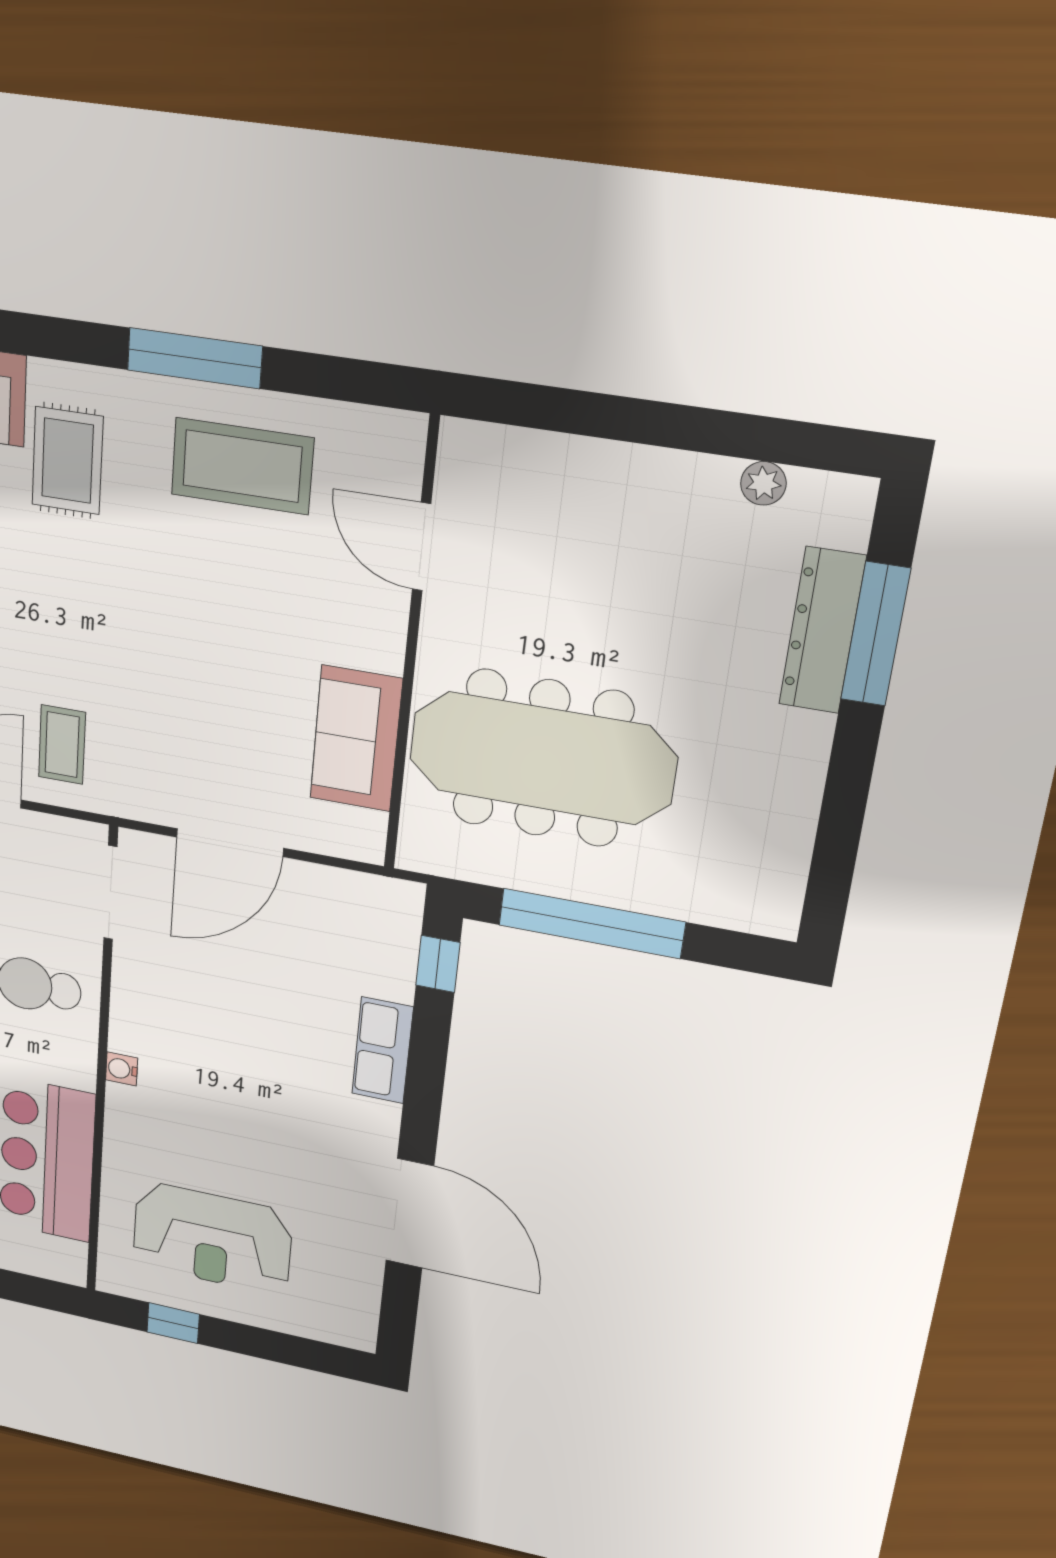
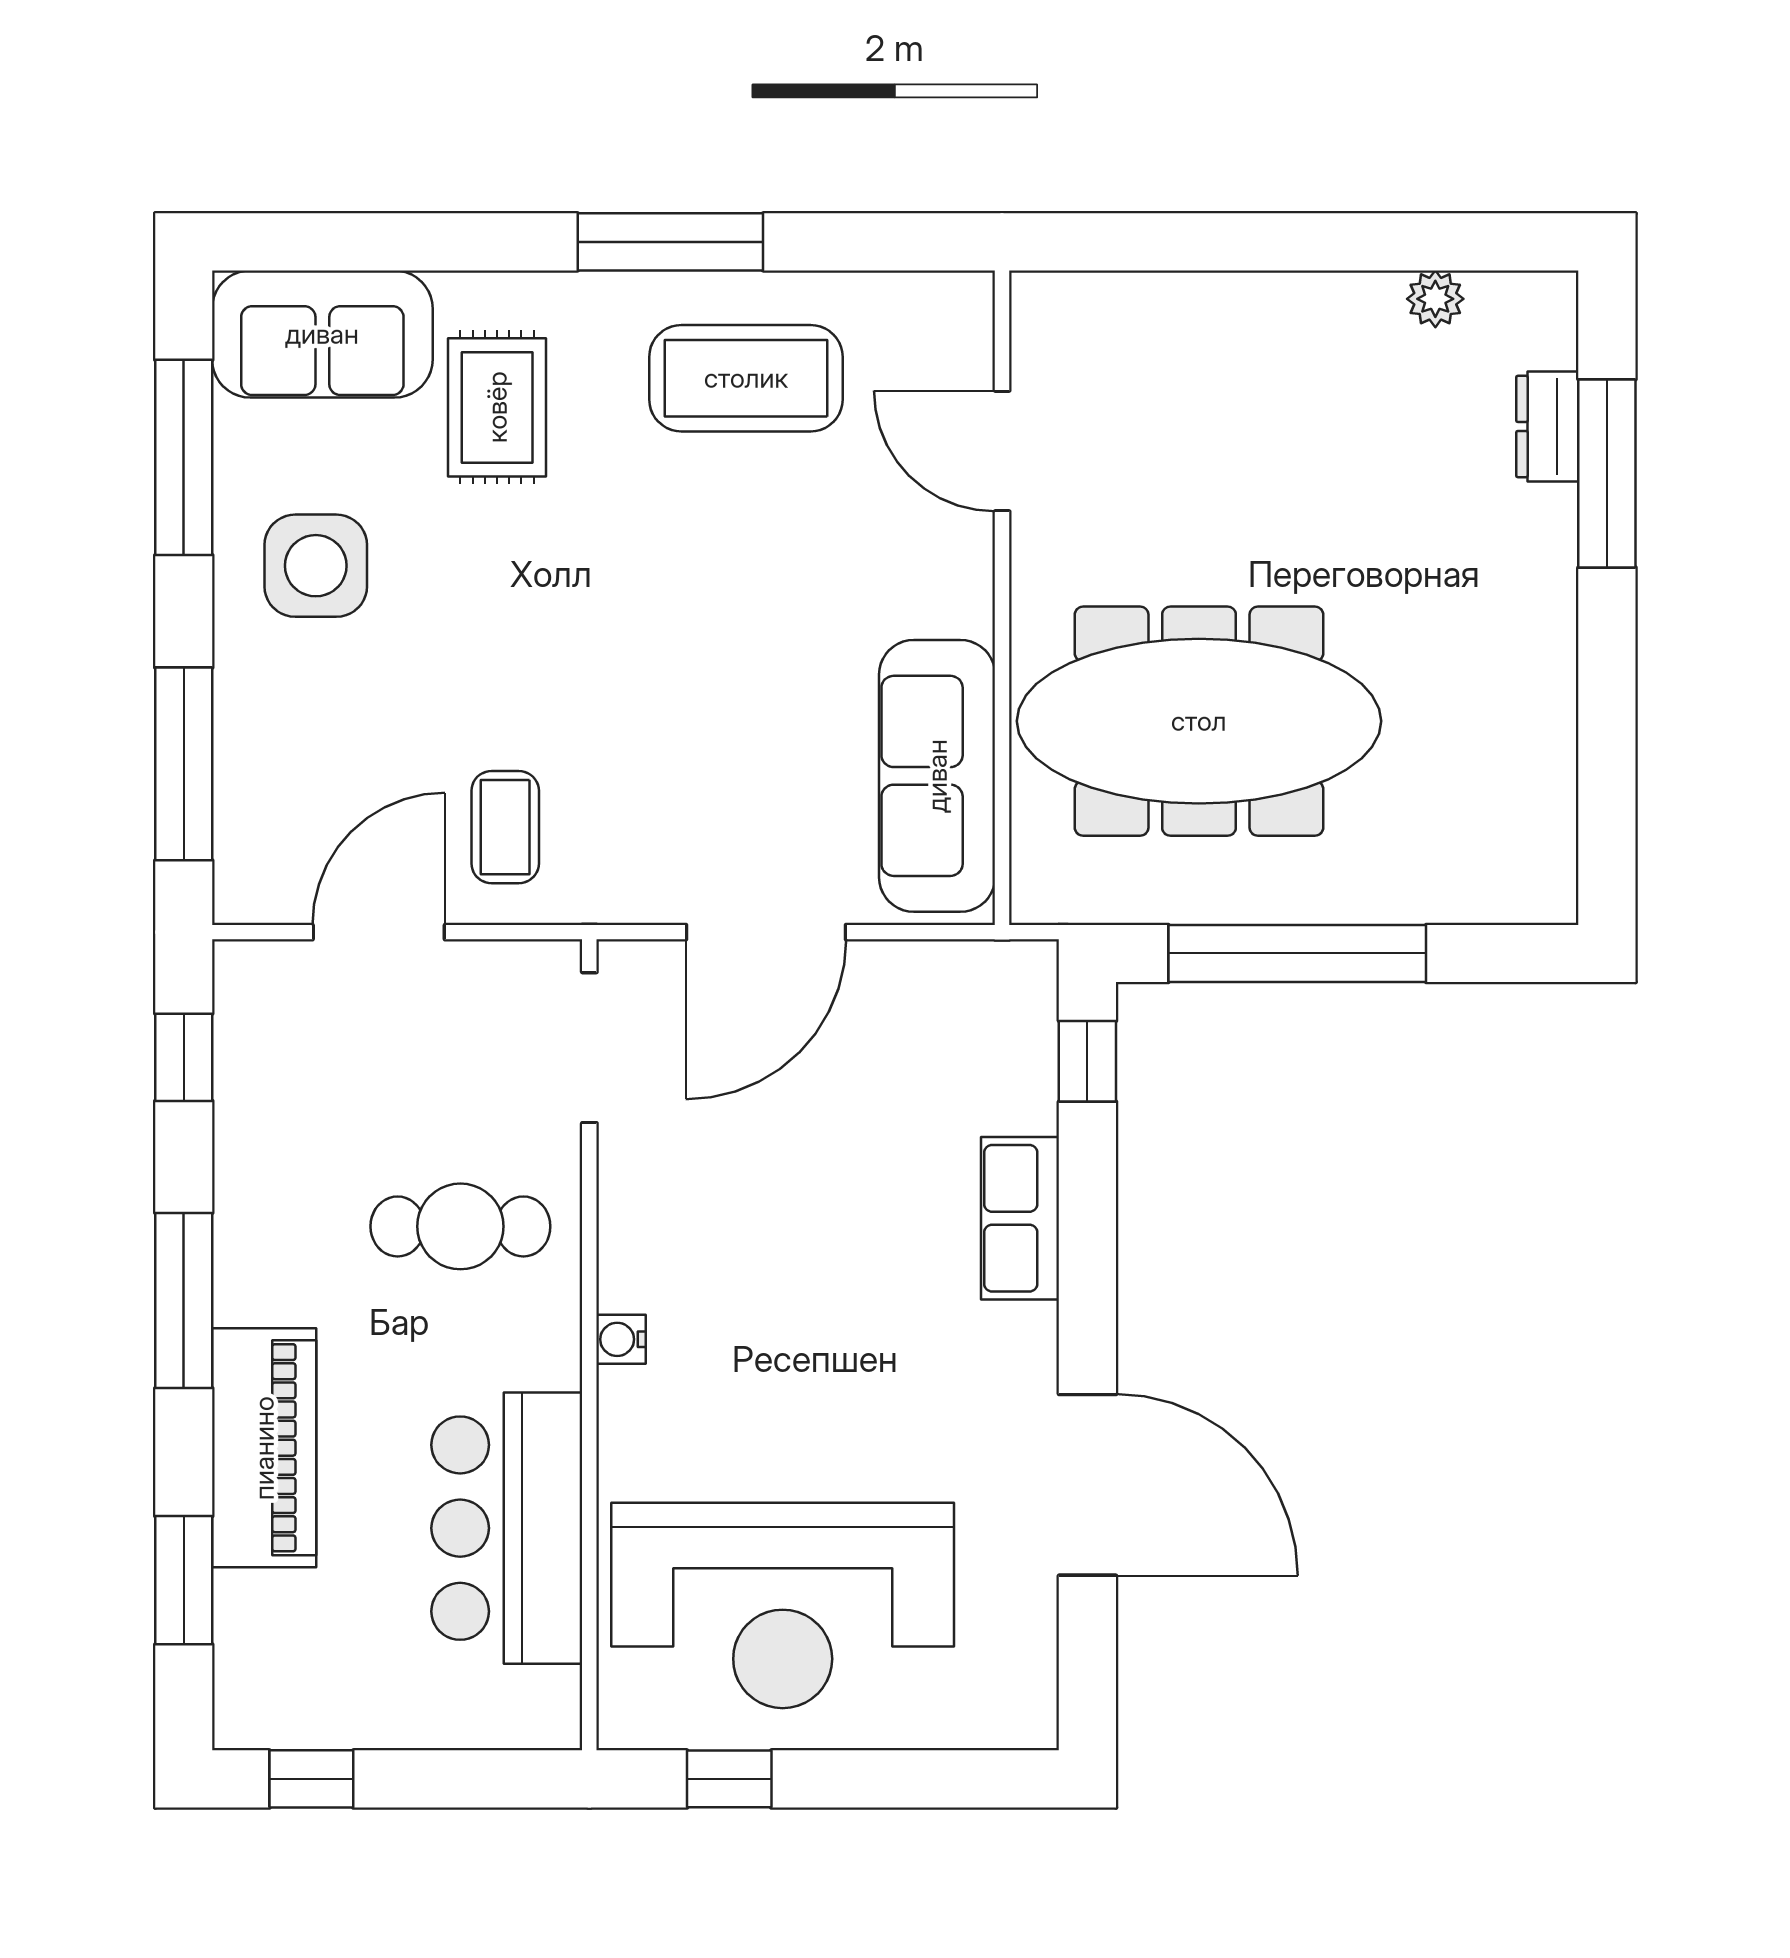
dresser: (822, 631) -> (1547, 426), width x0.51, depth x0.80
sofa: (356, 739) -> (937, 776), width x1.36
reception desk: (212, 1238) -> (783, 1605), width x1.36, depth x1.30

